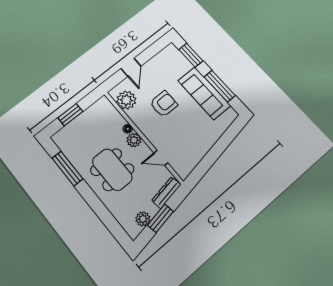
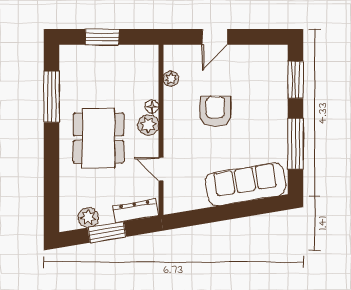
sofa: (204, 93) -> (246, 184), moved, turned 81
plant: (126, 100) -> (171, 79), width x0.53, depth x0.53
armchair: (164, 104) -> (215, 111), turned -90

